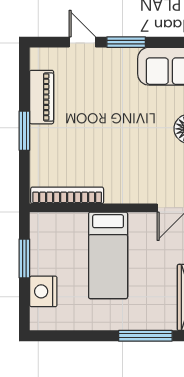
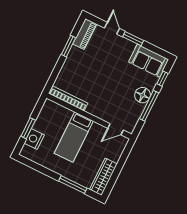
piano: (42, 97) -> (85, 34), moved
window: (24, 131) -> (69, 46), moved
window: (24, 258) -> (28, 128), moved

